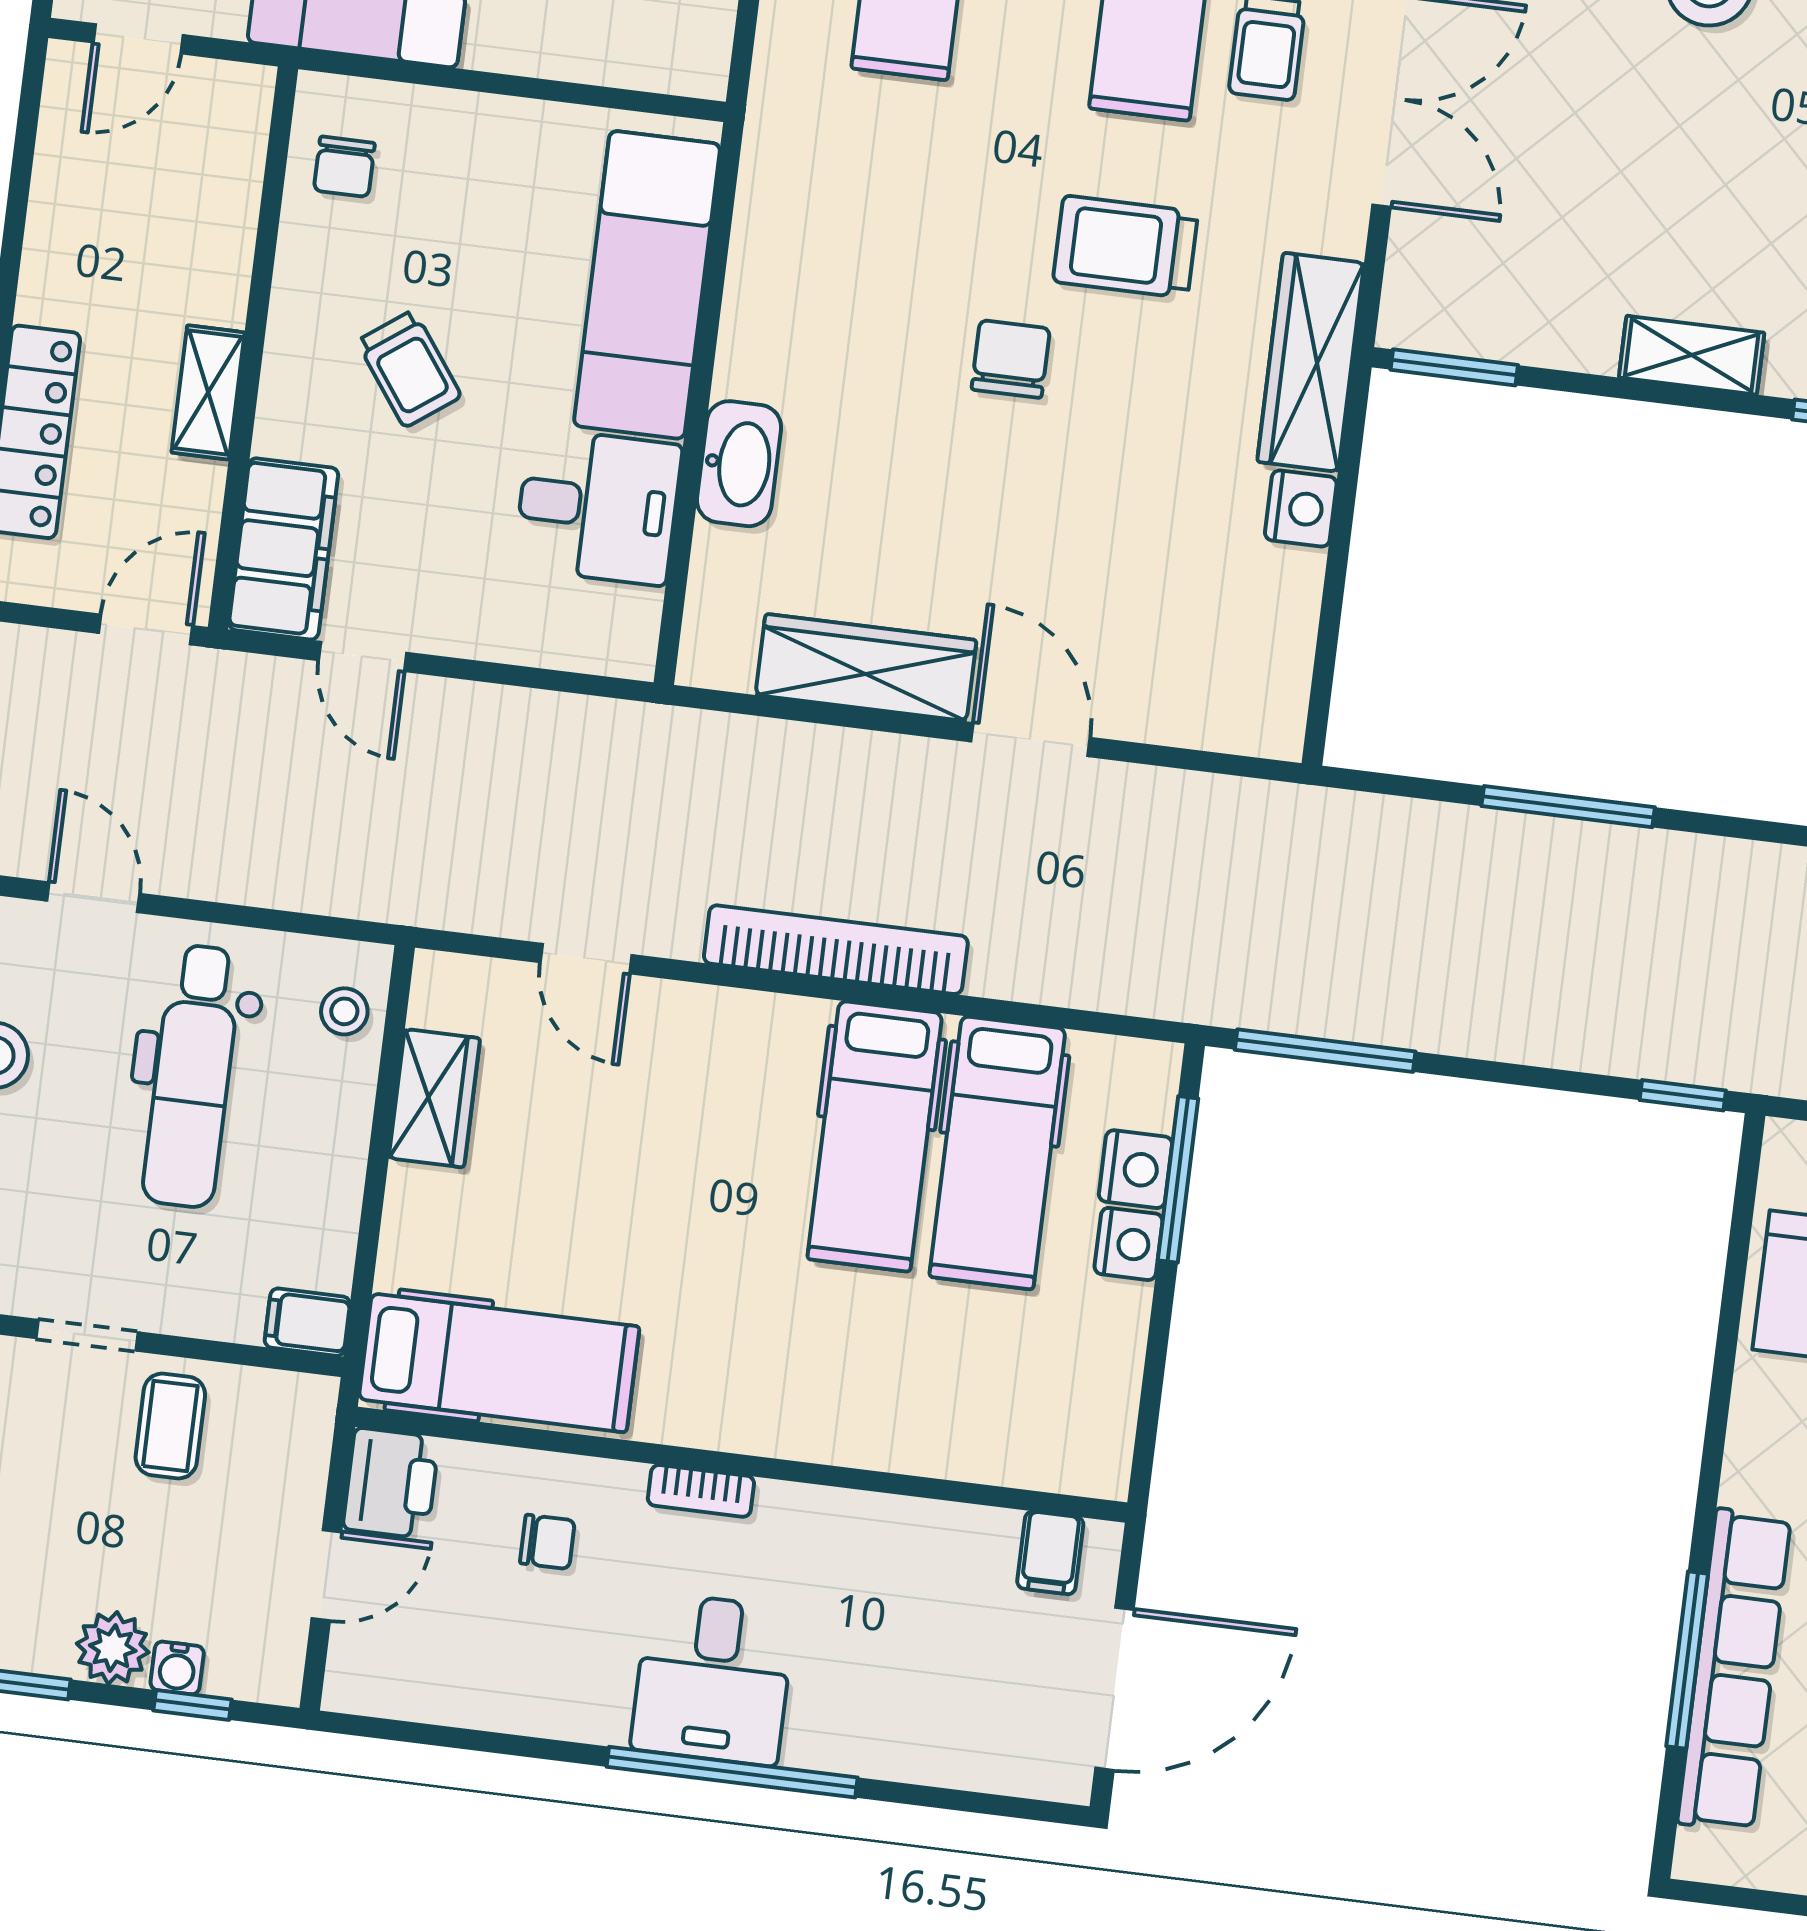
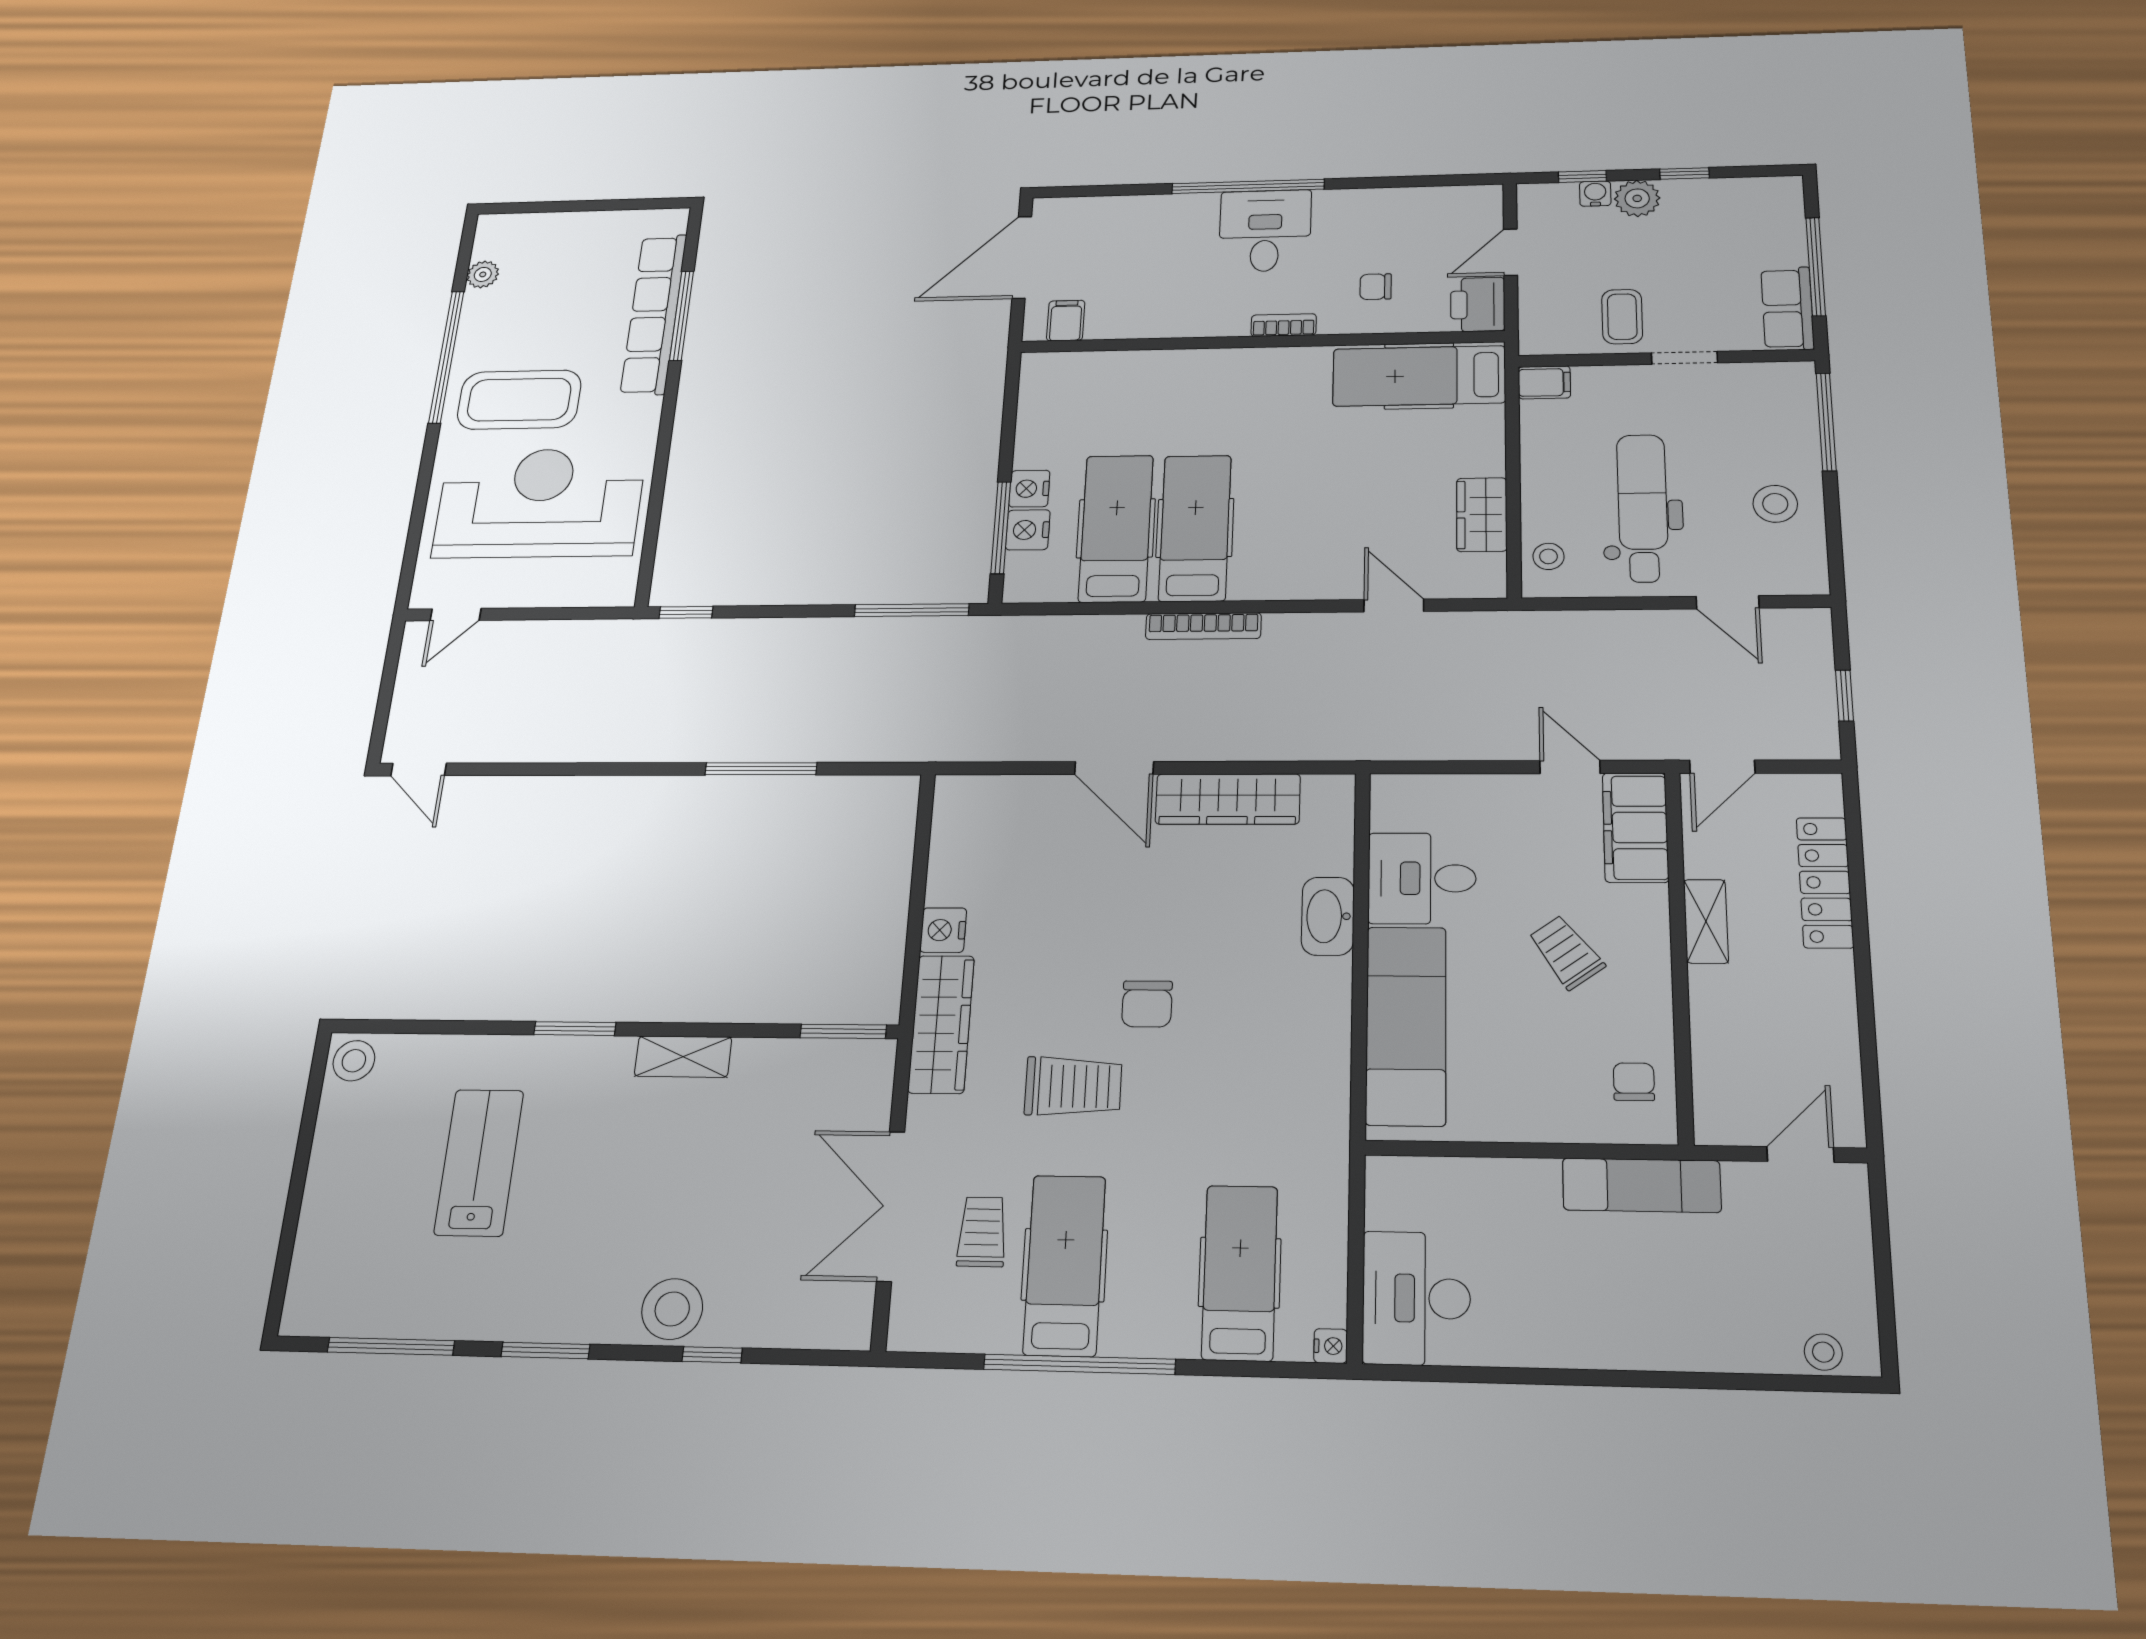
bookcase: (836, 950) -> (1203, 626), width x0.68, depth x0.76

